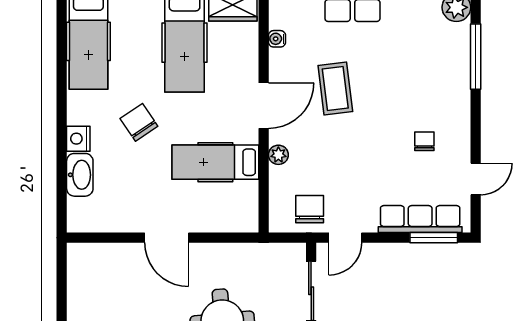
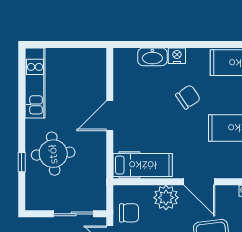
plant: (278, 155) -> (166, 198), width x1.88, depth x1.88
hospital bed: (215, 162) -> (143, 165), moved, turned 90

